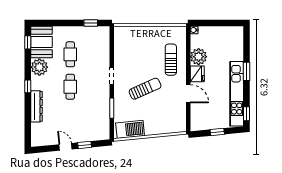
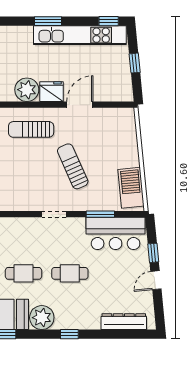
dresser: (37, 106) -> (124, 322), moved
bar counter: (98, 119) -> (116, 233), added

